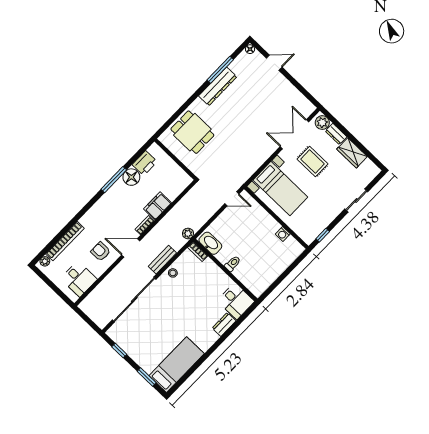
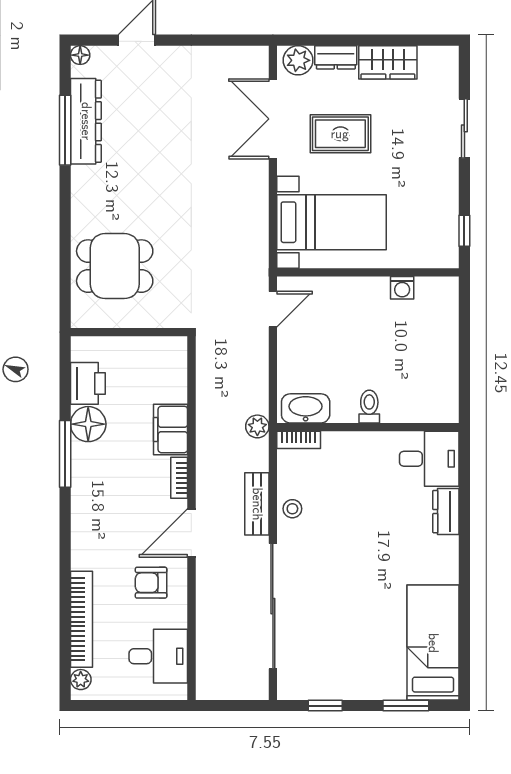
dresser: (218, 86) -> (86, 121), moved

